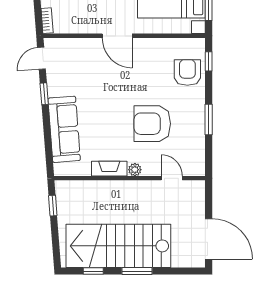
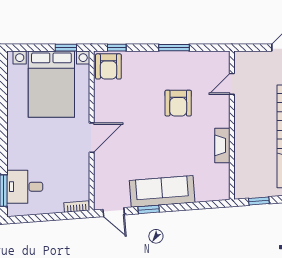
armchair: (187, 73) -> (108, 66), moved, turned -90
armchair: (152, 124) -> (178, 103), width x0.73, depth x0.73
sofa: (64, 129) -> (162, 191), moved
plant: (135, 170) -> (223, 120), removed

